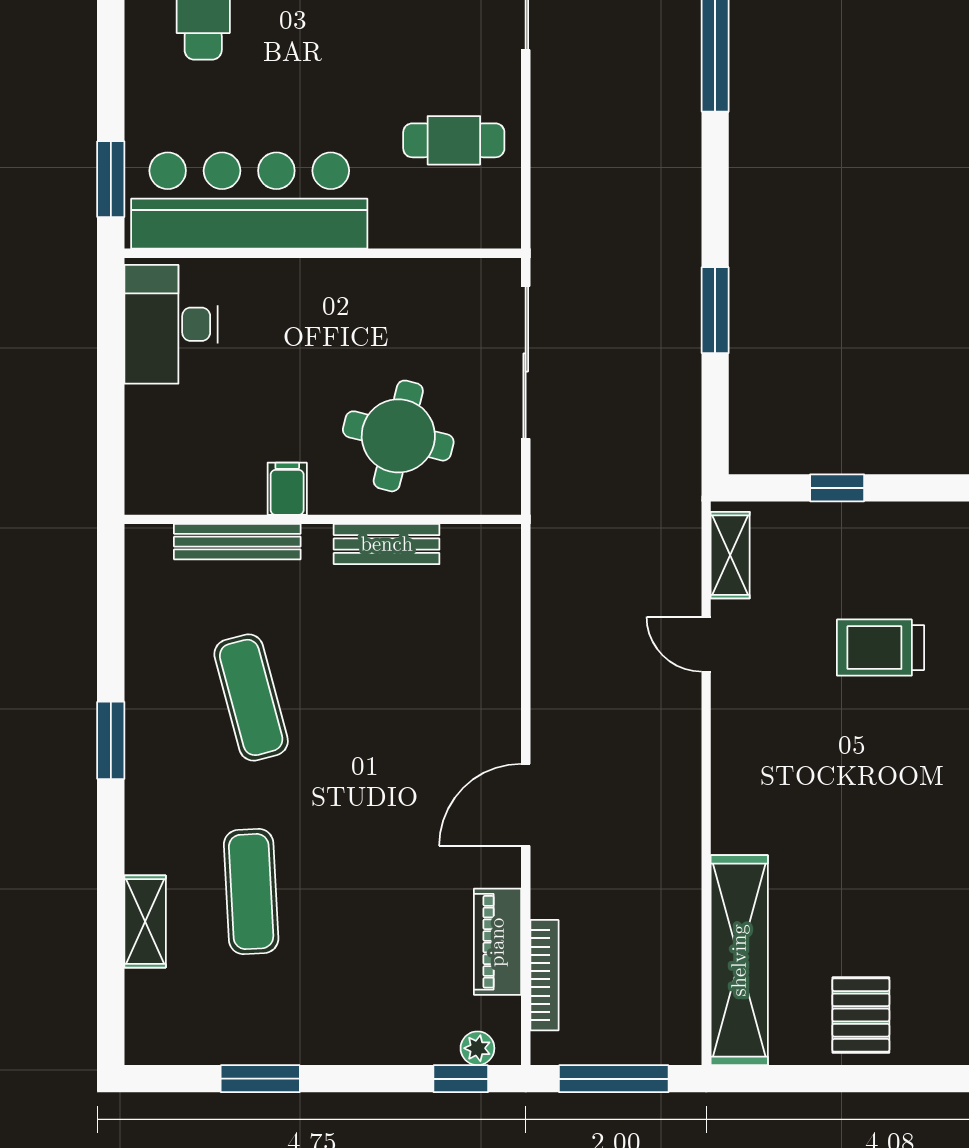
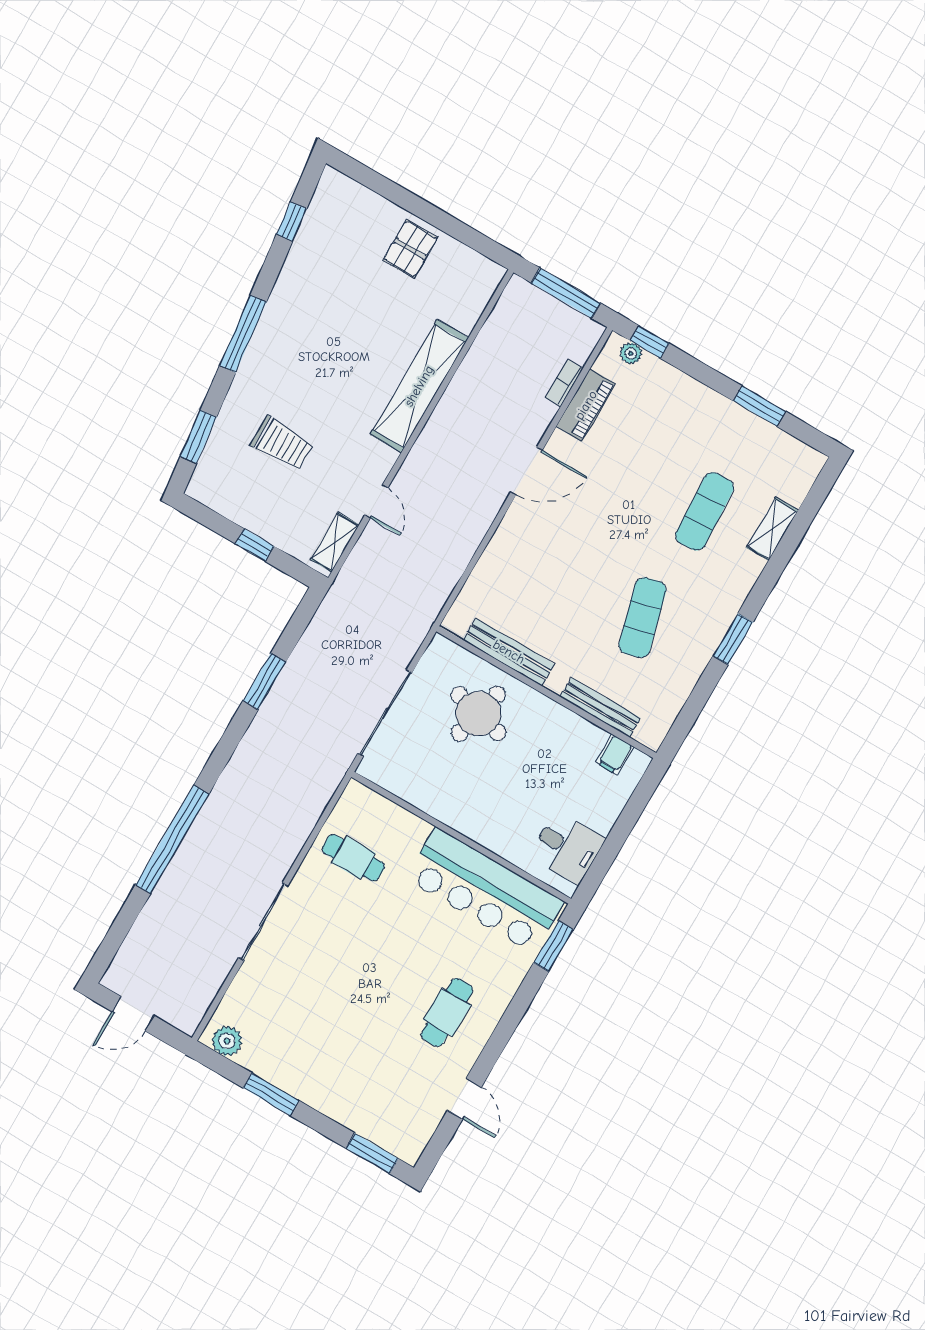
desk: (171, 324) -> (567, 848), width x0.73
filing cabinet: (287, 489) -> (615, 755), moved
bench: (387, 544) -> (509, 652), width x1.36
shelving: (739, 960) -> (419, 386), moved
bookcase: (544, 975) -> (564, 383), width x0.64

